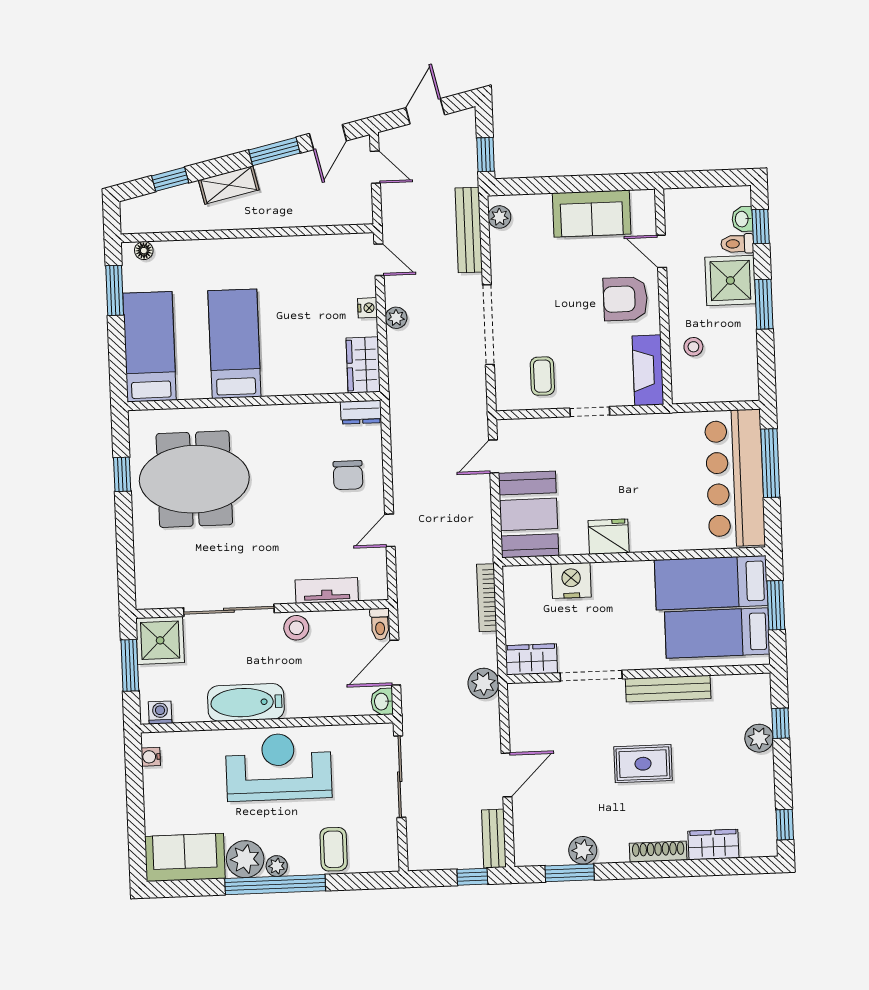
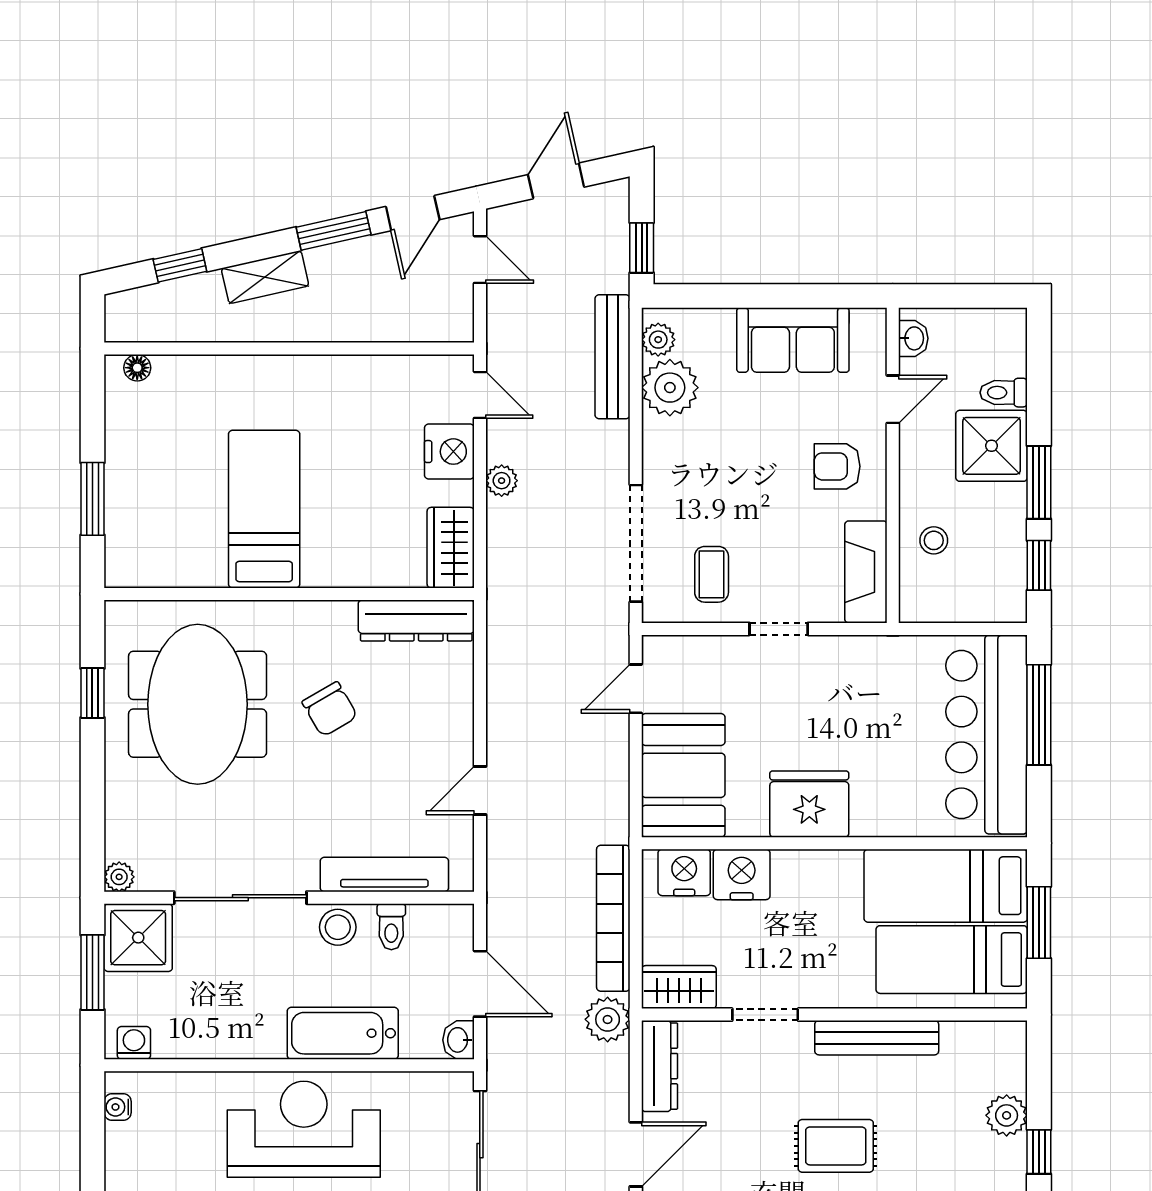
washbasin: (742, 219) -> (913, 338), moved, turned 180
window: (761, 227) -> (1039, 565), moved
plant: (509, 249) -> (670, 388), added
door: (662, 251) -> (893, 399), swing flipped
window: (115, 290) -> (92, 499), moved
armchair: (625, 299) -> (837, 466), width x0.72, depth x0.72
nightstand: (367, 308) -> (449, 452), width x1.89, depth x1.79
doorway: (488, 325) -> (636, 543), moved
bed: (150, 347) -> (140, 508), removed
dresser: (361, 412) -> (416, 620), width x1.96, depth x1.24
chair: (348, 475) -> (330, 709), moved, turned -30
meeting table: (194, 479) -> (198, 704), turned 90
fridge: (609, 537) -> (809, 804), width x1.36, depth x1.34
nightstand: (532, 581) -> (684, 872), added
tv unit: (327, 590) -> (384, 875), width x1.41
bookcase: (487, 598) -> (613, 918), width x1.48, depth x1.31
plant: (145, 599) -> (119, 877), added
toilet: (380, 624) -> (391, 927), moved
door: (395, 663) -> (480, 984), swing flipped
doorway: (591, 676) -> (765, 1015), width x0.73
bathtub: (246, 702) -> (343, 1033), moved
dresser: (520, 714) -> (659, 1066), added
window: (781, 723) -> (1039, 1152), moved

